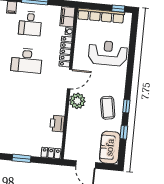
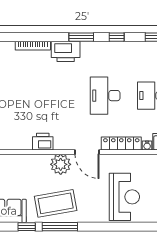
window: (126, 106) -> (60, 227), width x2.17
coffee table: (108, 108) -> (56, 203), width x1.36, depth x1.32
printer: (57, 124) -> (43, 142), moved

